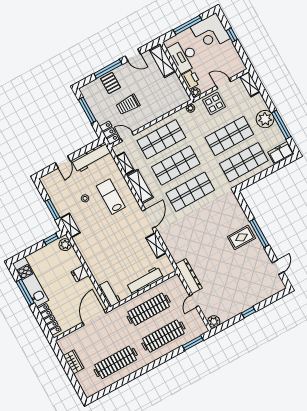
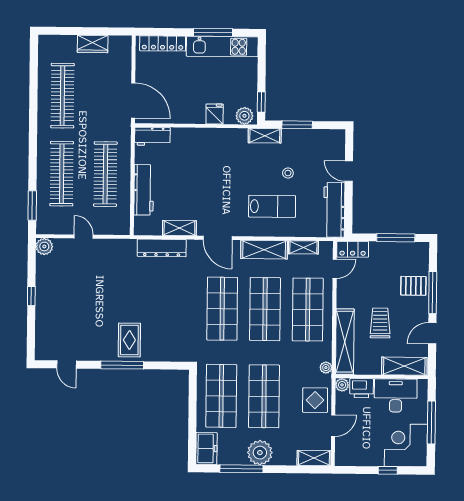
trolley: (128, 105) -> (380, 323), moved
shelving: (168, 106) -> (345, 342), added
fridge: (80, 274) -> (215, 114), moved
dresser: (189, 276) -> (162, 248), moved

